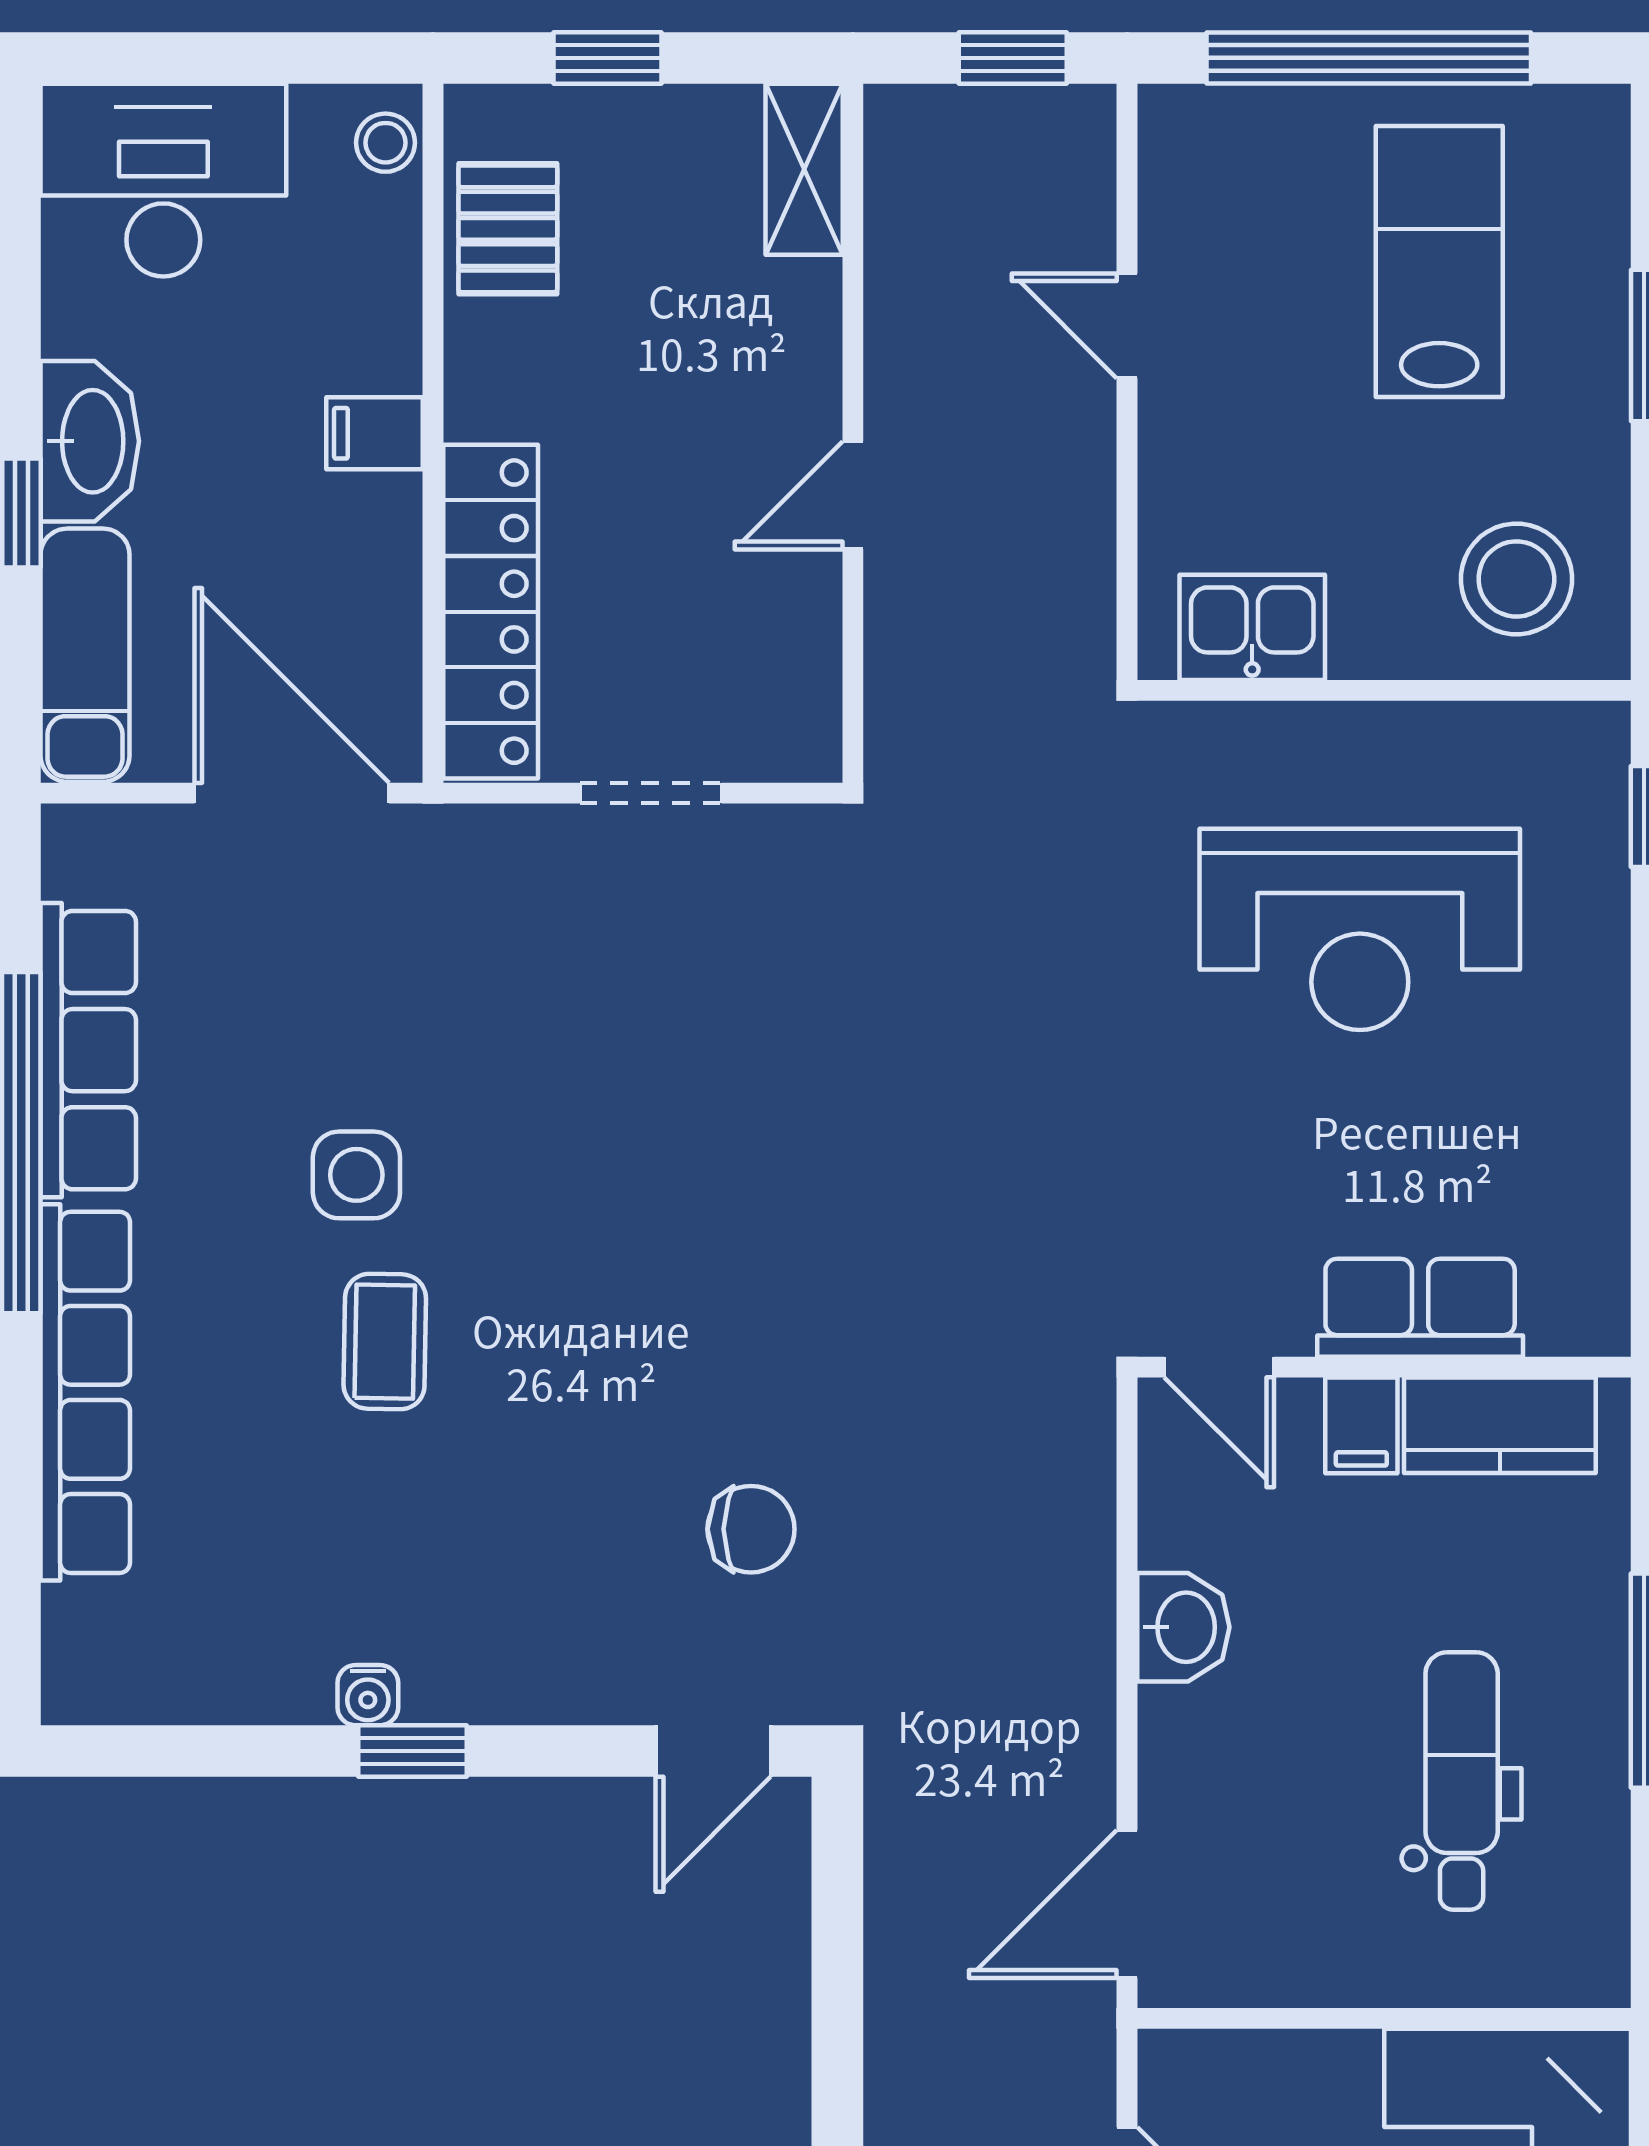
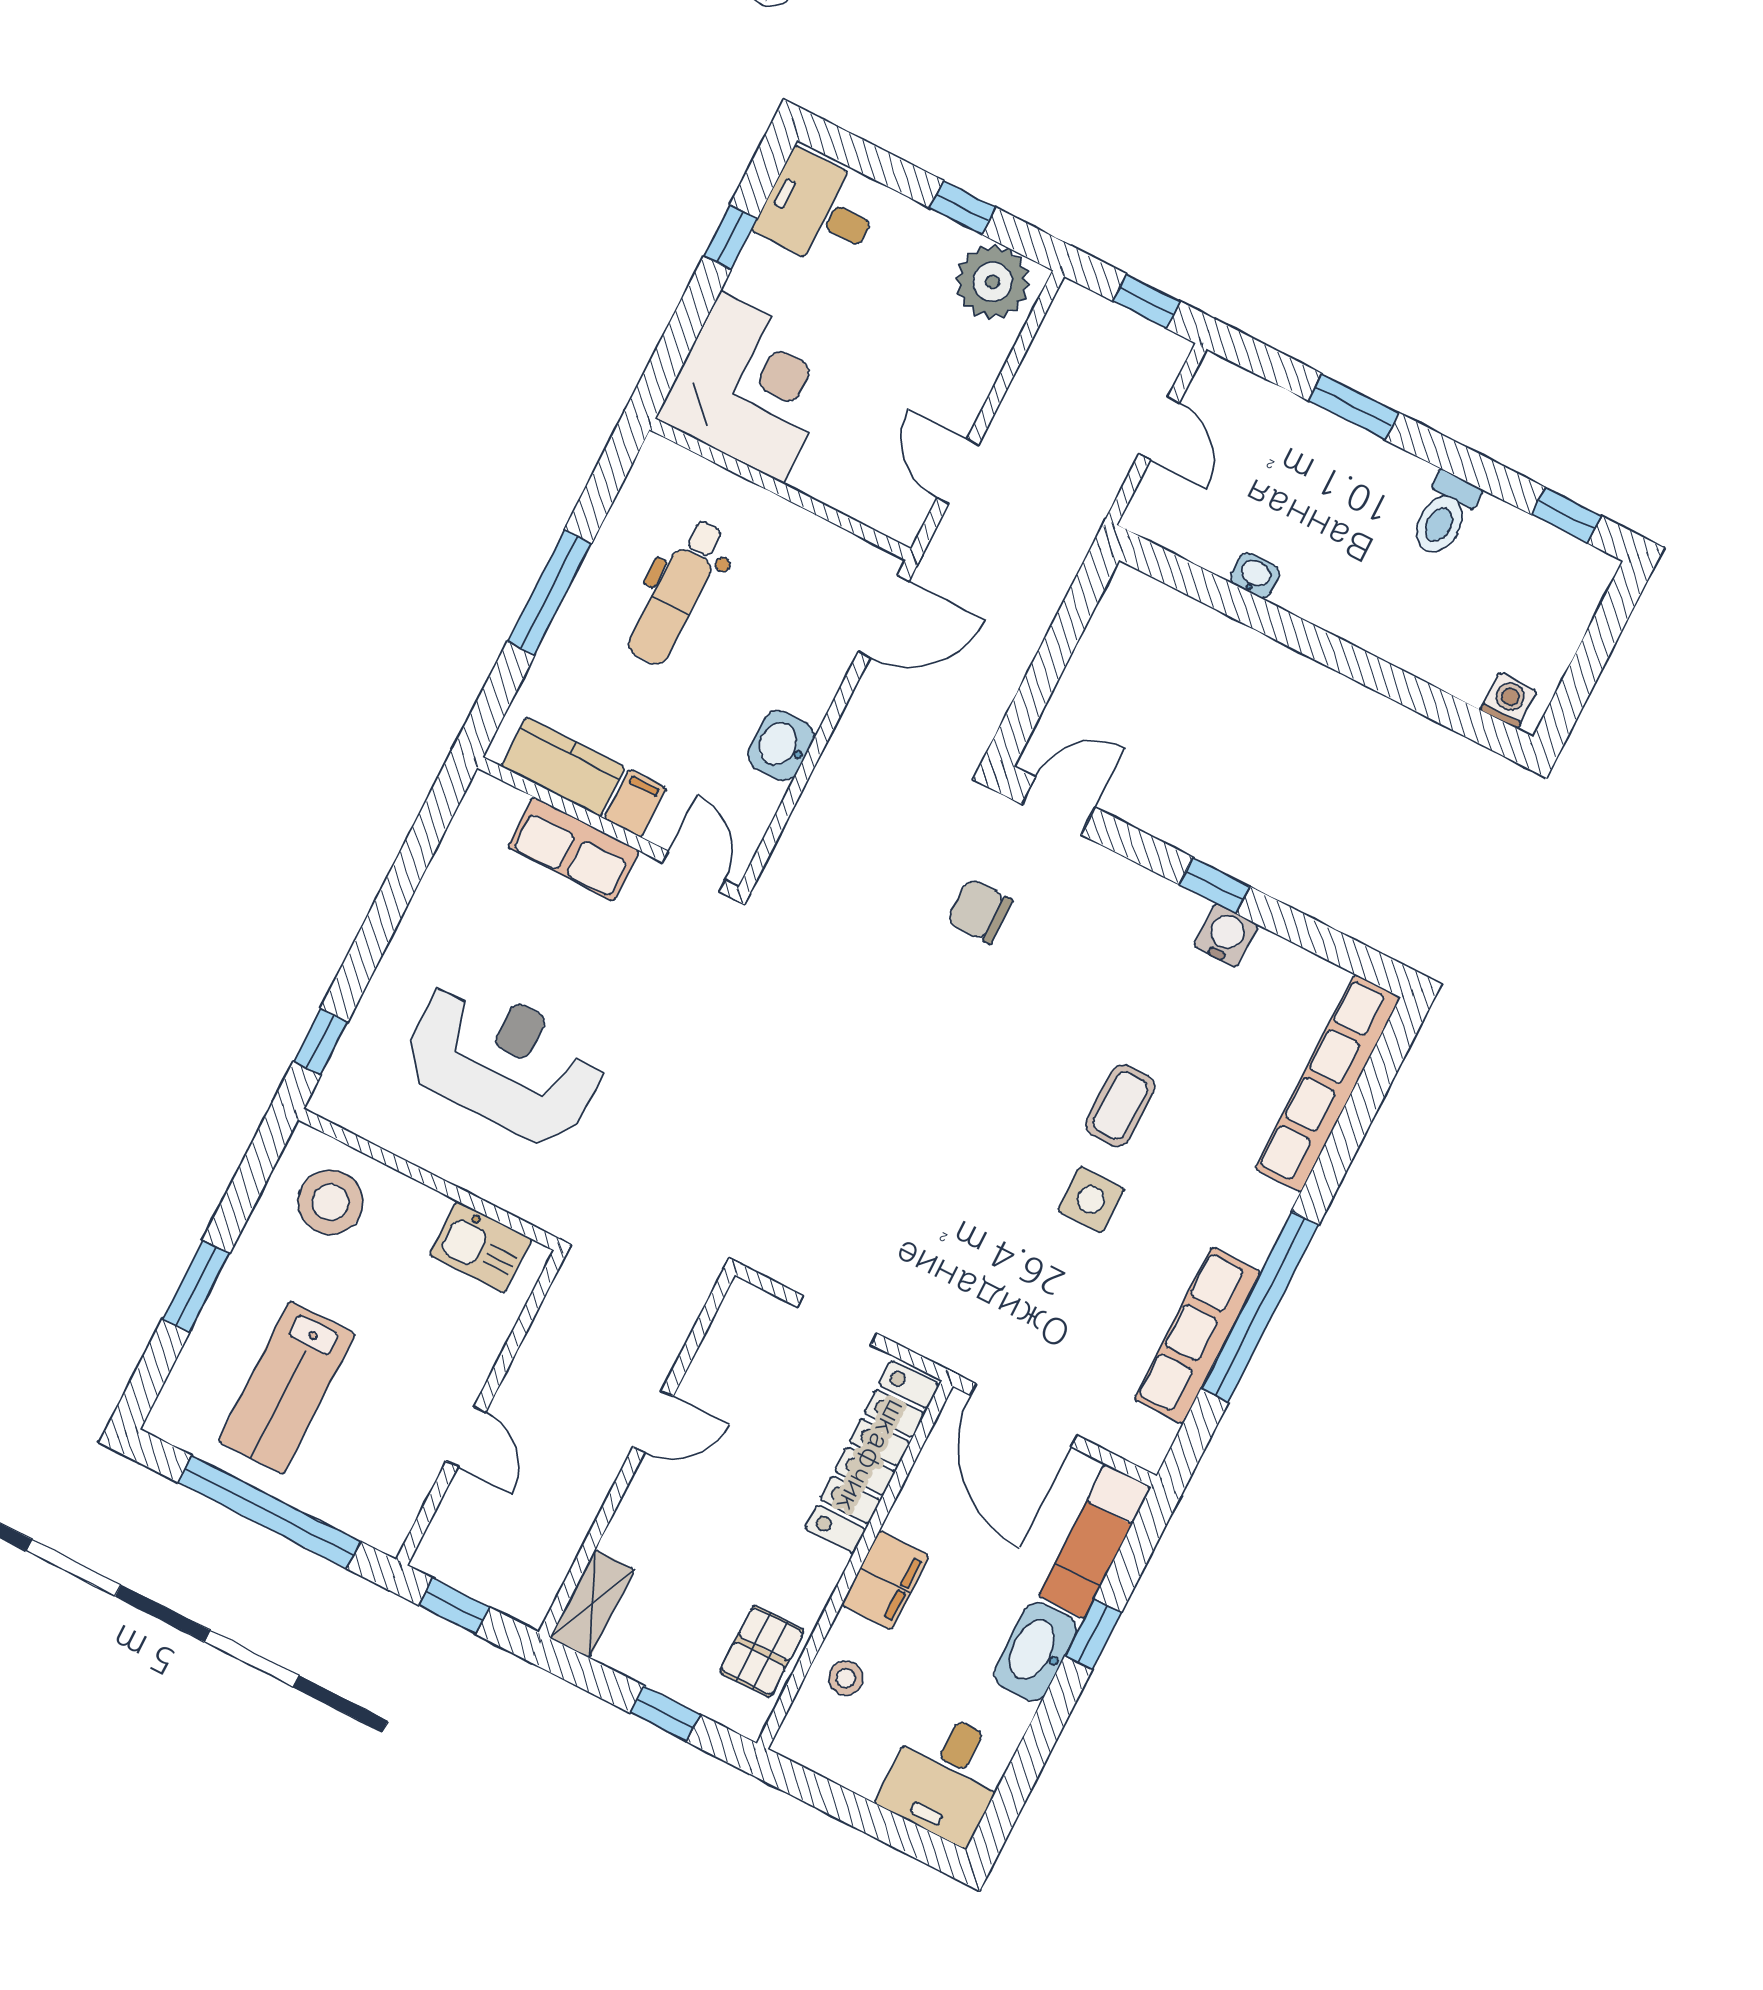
stool: (386, 143) -> (846, 1678), moved
desk: (163, 180) -> (945, 1777), width x0.73
filing cabinet: (375, 433) -> (885, 1580), width x2.00
row of seats: (85, 1392) -> (1328, 1083), moved
water cooler: (368, 1695) -> (1226, 935), width x1.38, depth x1.38

